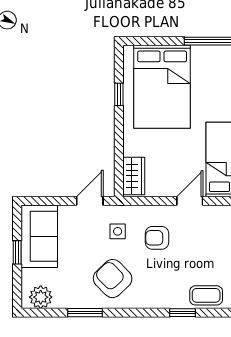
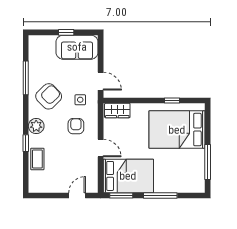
plant: (41, 297) -> (36, 126), moved
window: (85, 313) -> (26, 78), width x1.44

